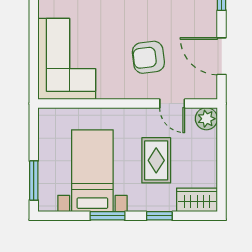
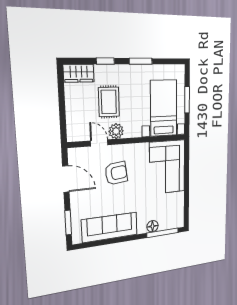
plant: (206, 119) -> (116, 131), moved
bed with nightstands: (92, 171) -> (164, 108), moved, turned 180
window: (34, 181) -> (187, 100), moved

